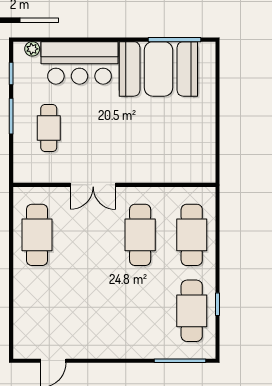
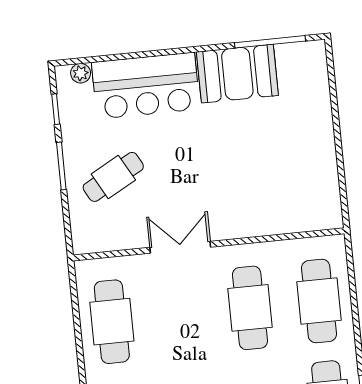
booth: (158, 69) -> (237, 74), width x0.73, depth x0.70
cafe table: (49, 128) -> (113, 177), turned 61
double door: (93, 185) -> (180, 247), swing flipped

